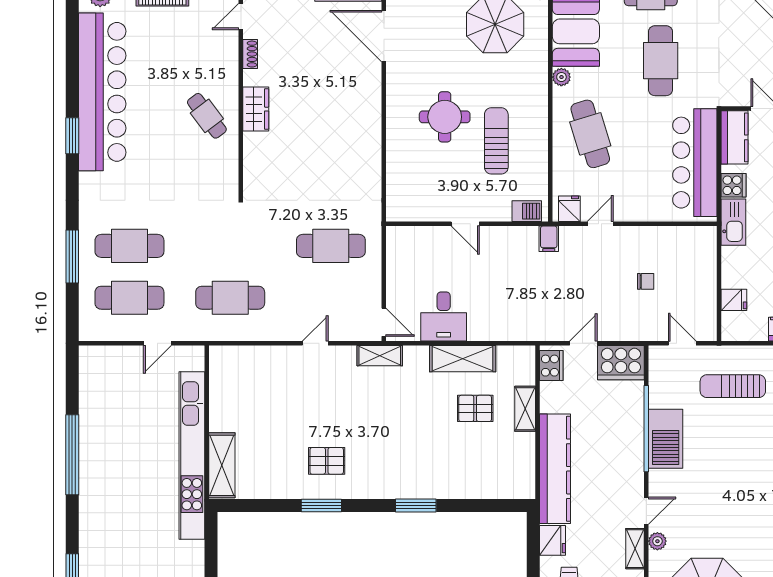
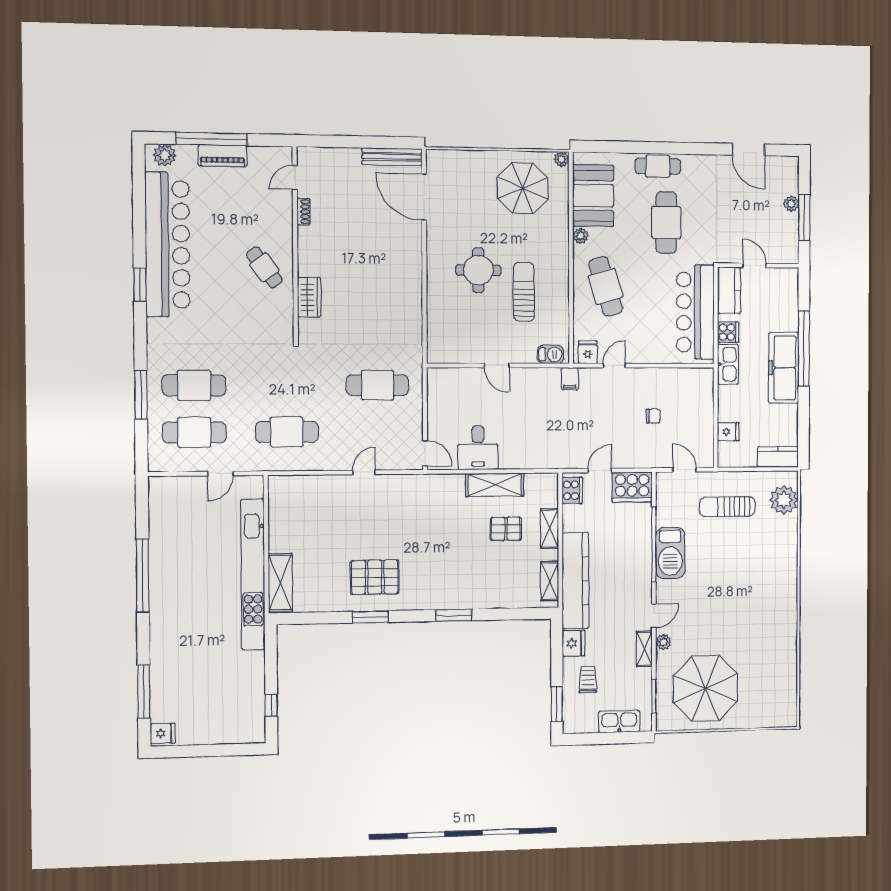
wardrobe: (256, 109) -> (309, 297), moved
shelving: (380, 356) -> (550, 581), moved, turned 90
pallet: (327, 461) -> (375, 577), width x1.50, depth x1.42

